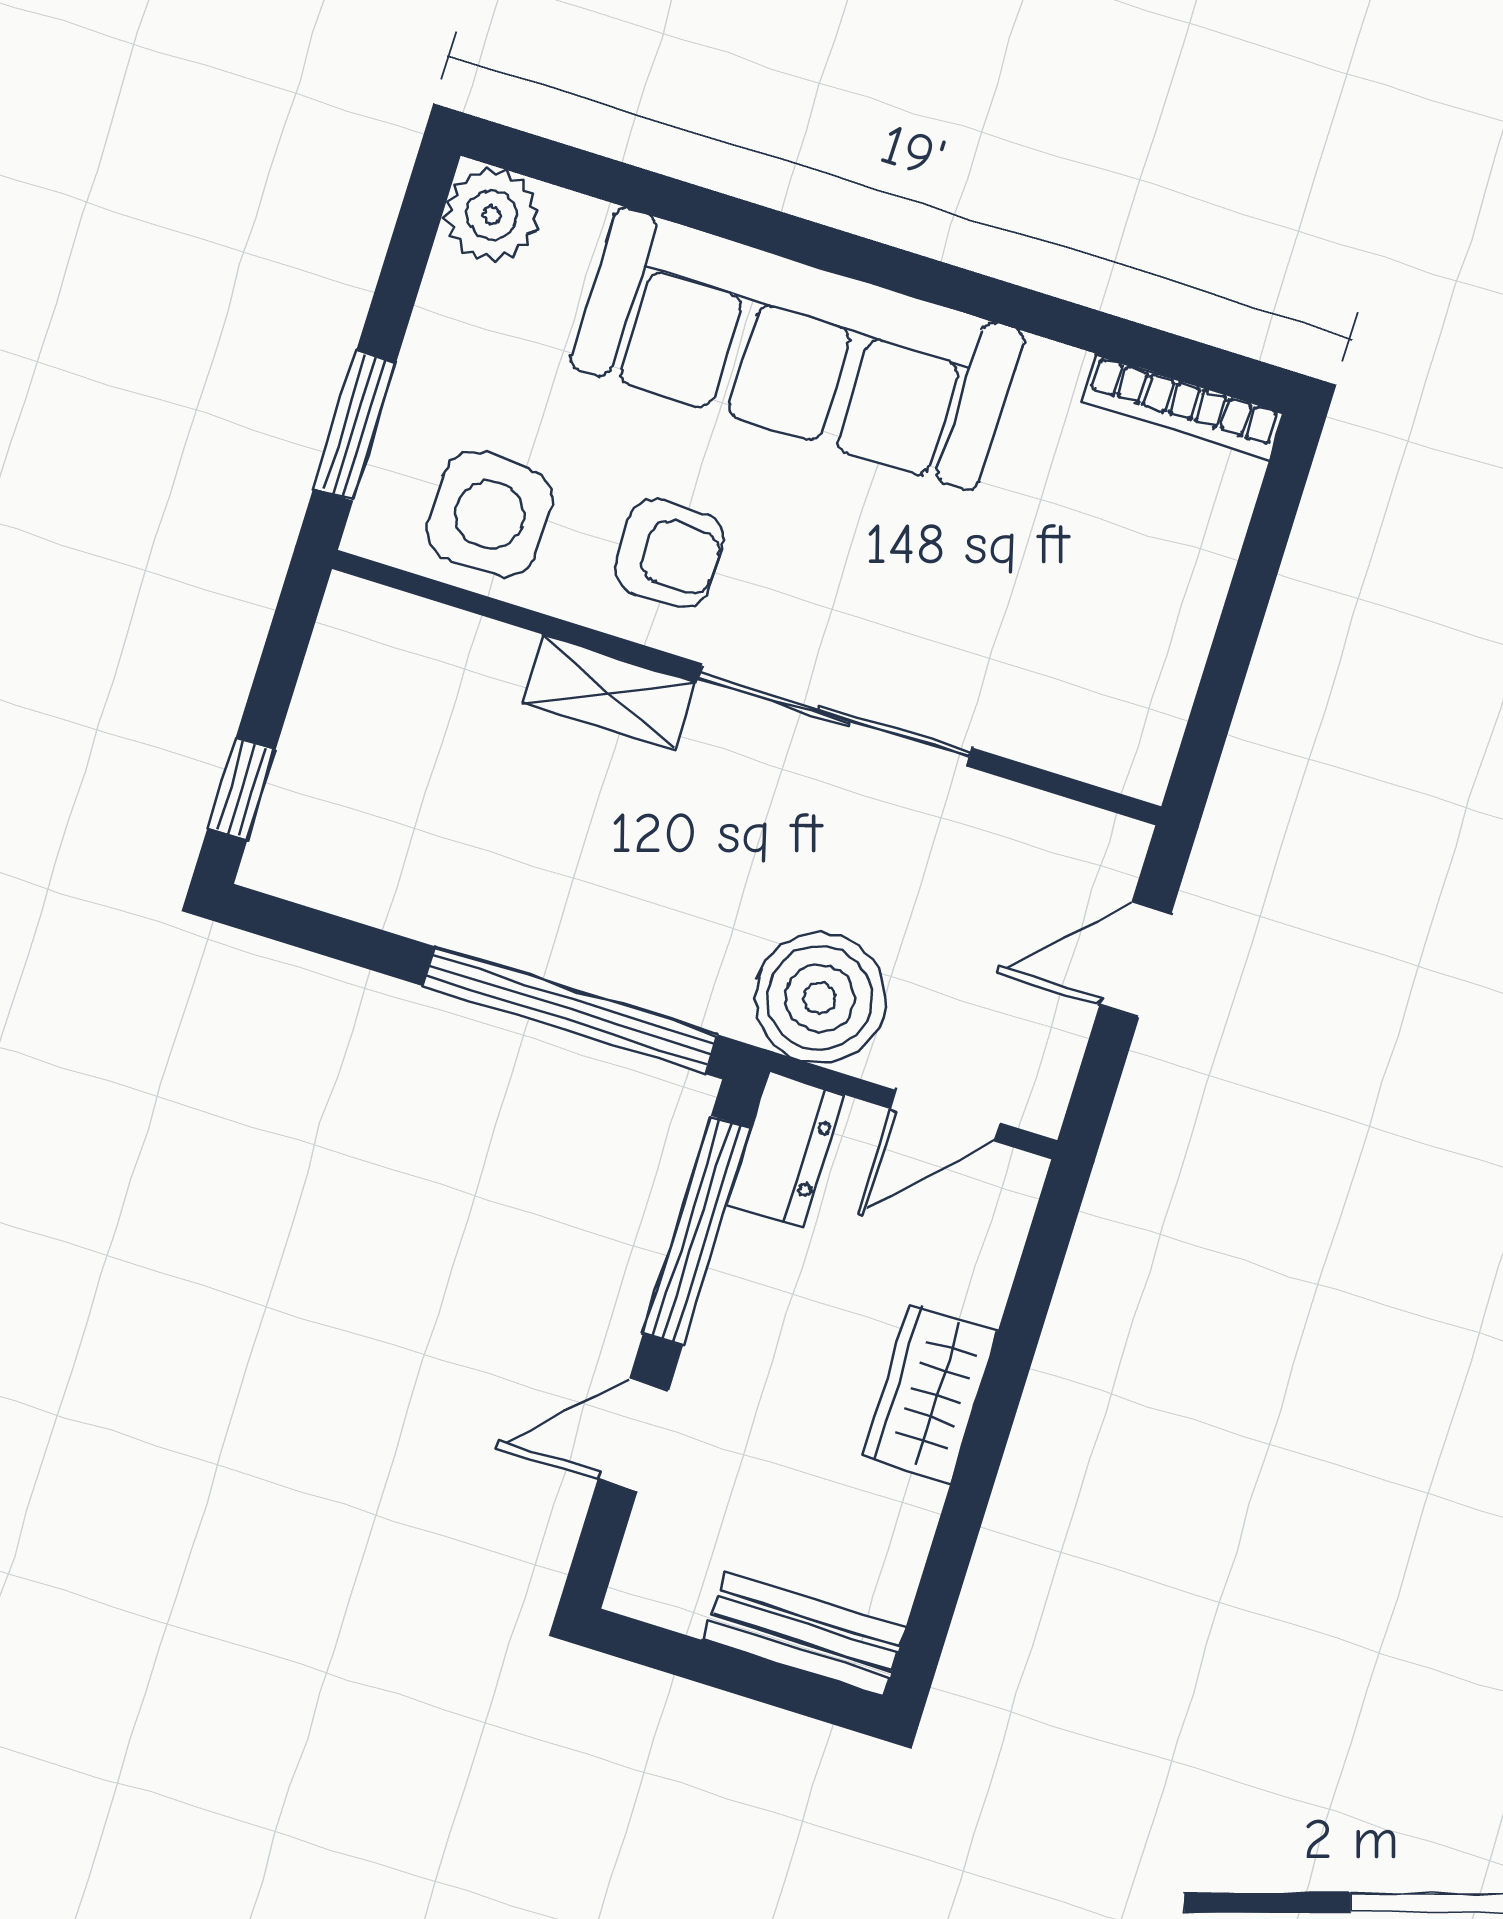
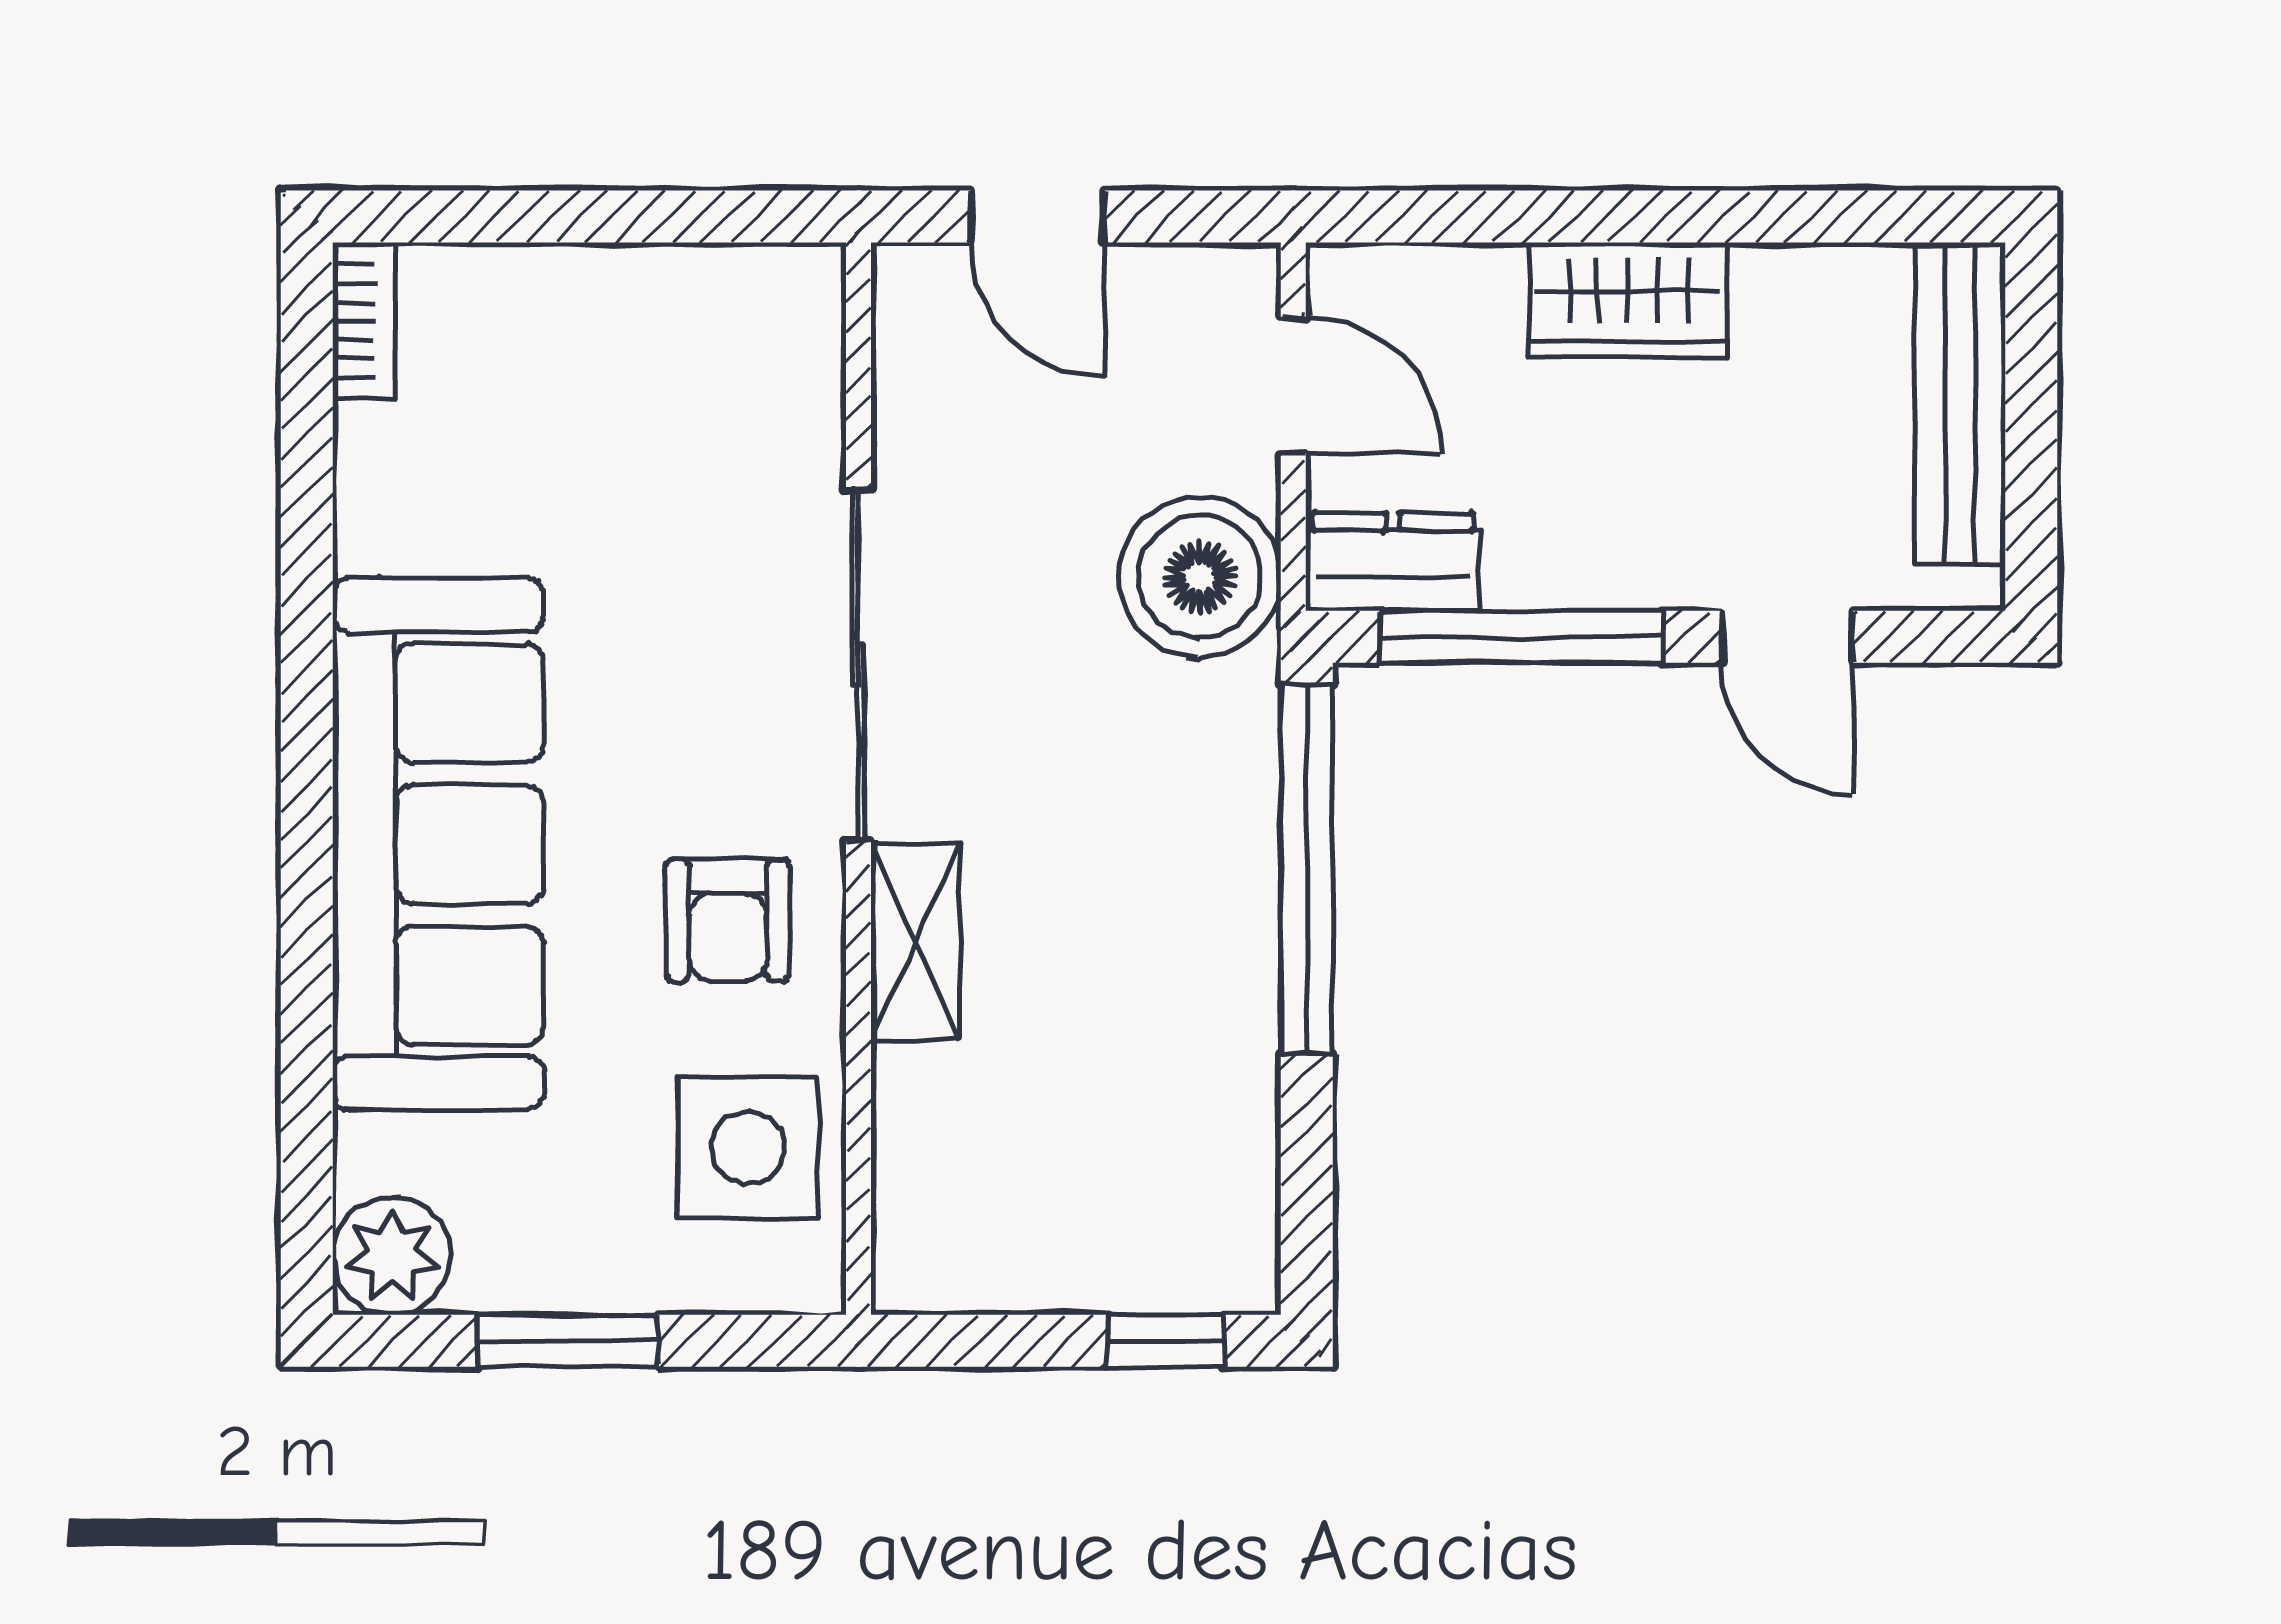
bookcase: (1183, 407) -> (364, 321), width x0.64
window: (355, 426) -> (568, 1341), moved
armchair: (669, 553) -> (728, 920), turned 180
bench: (804, 1634) -> (1960, 403), width x1.36

